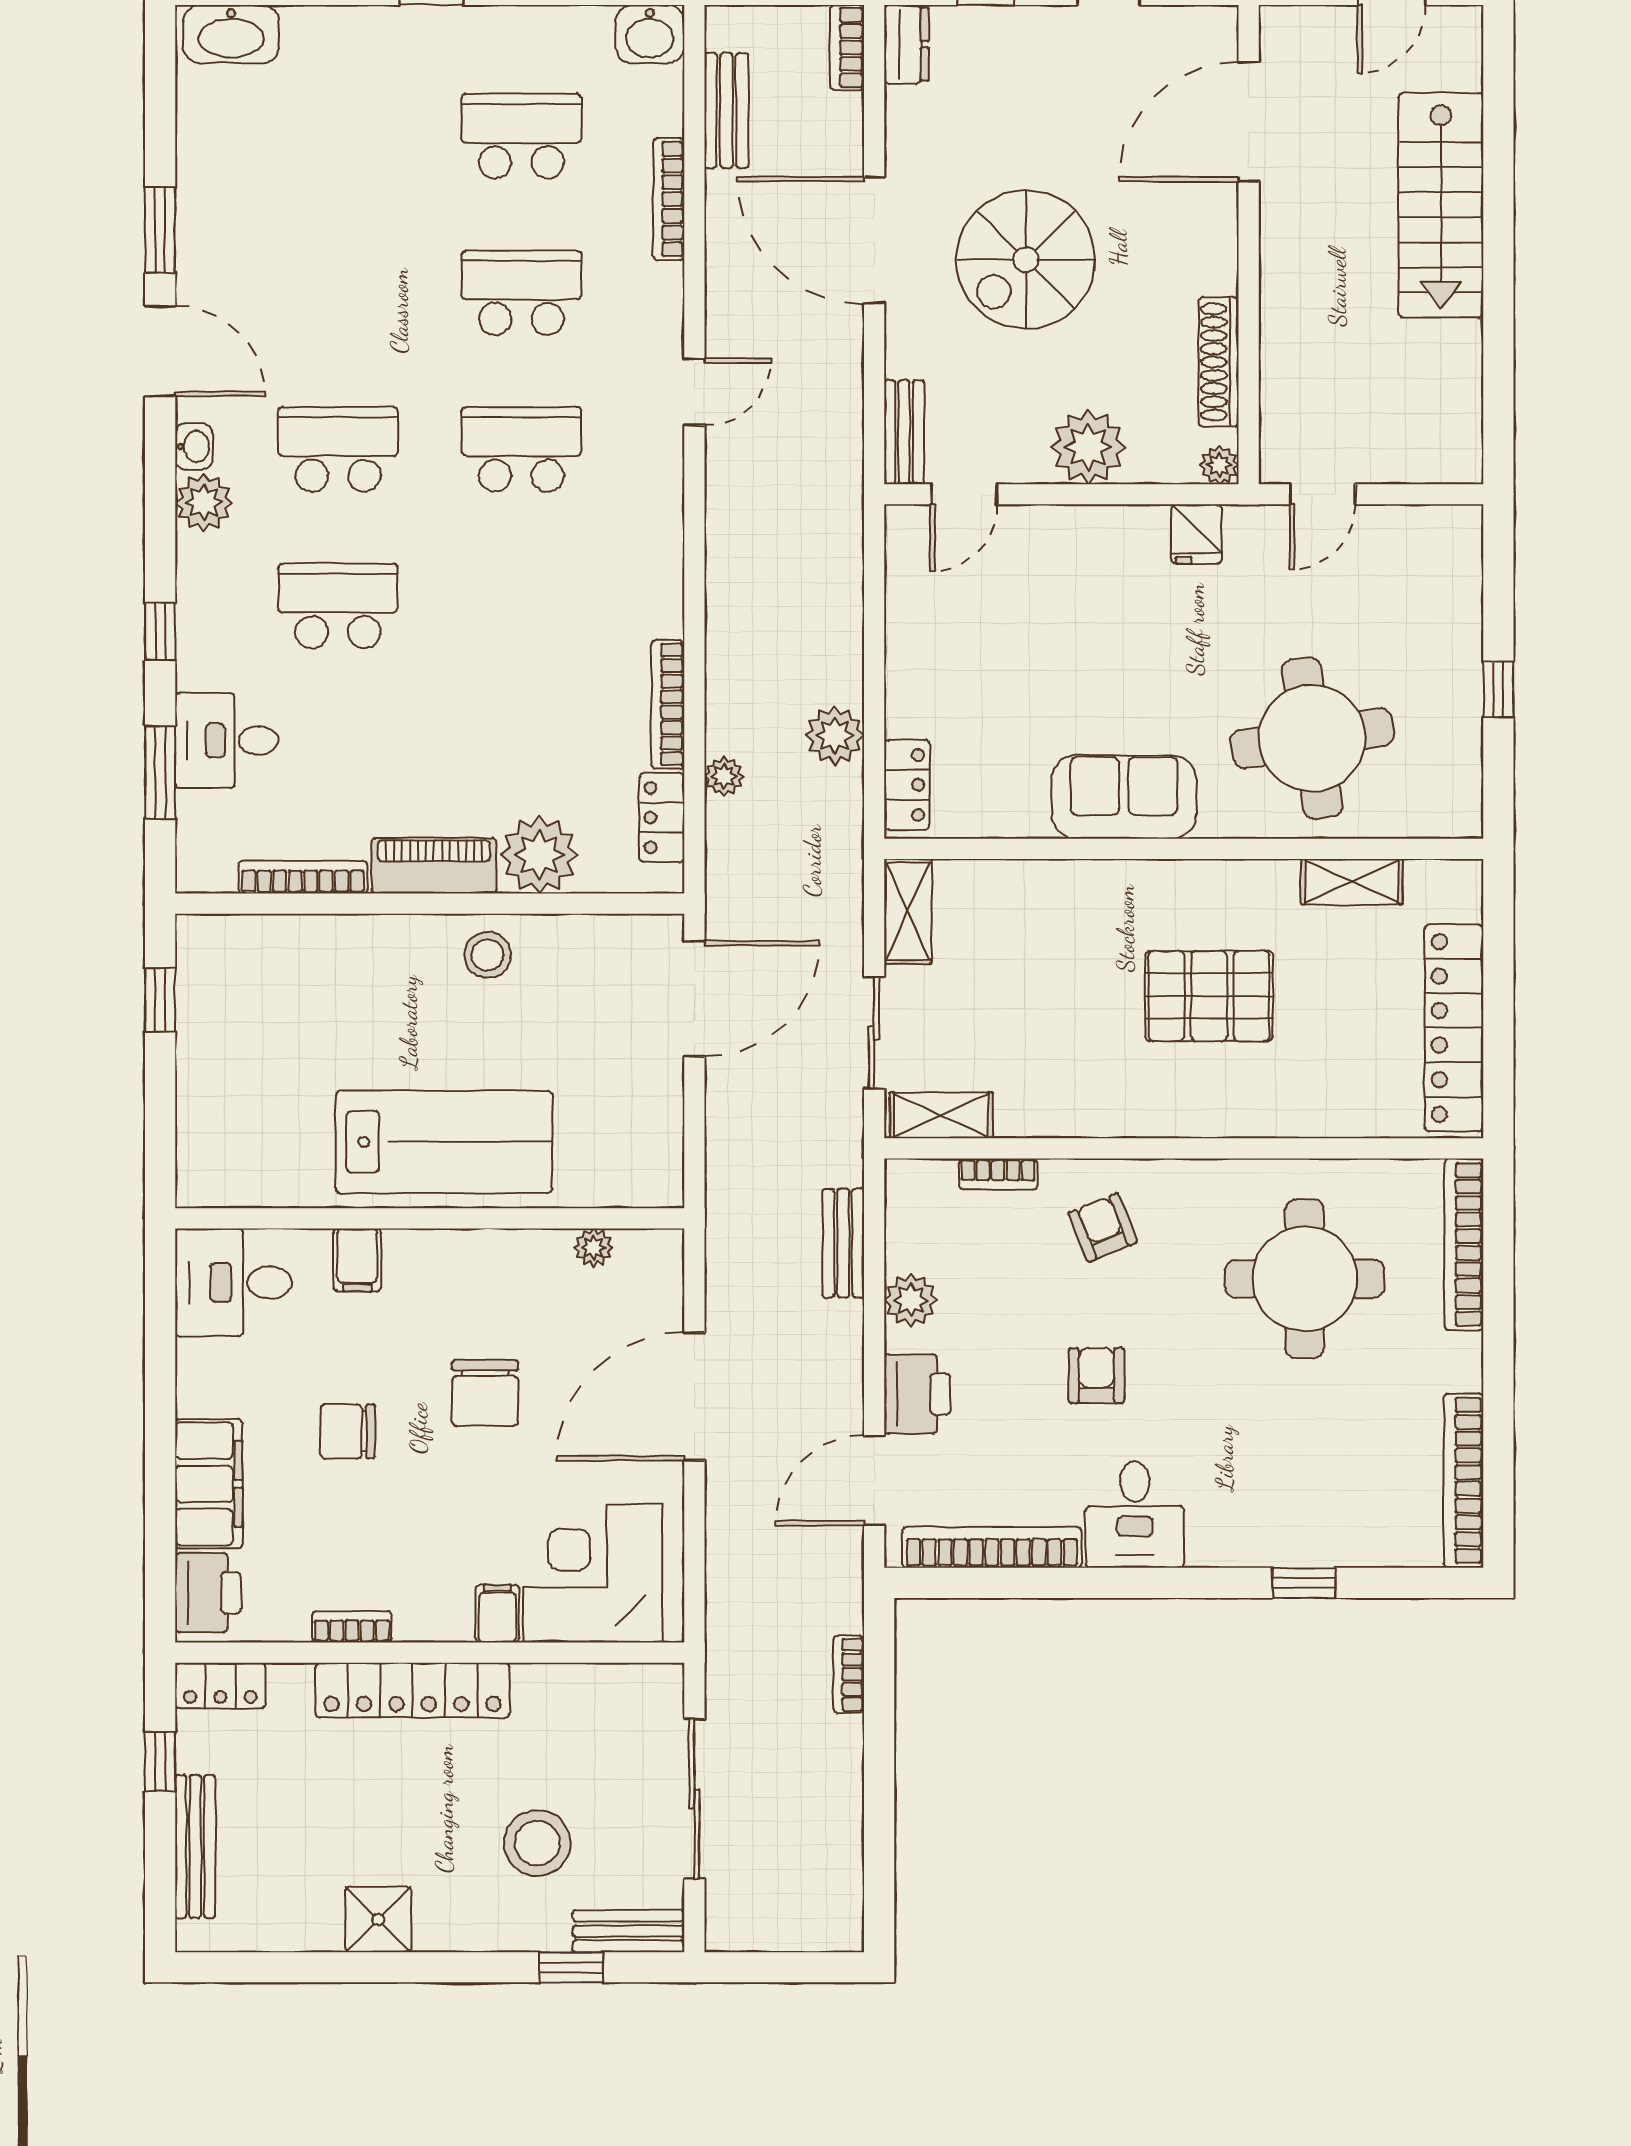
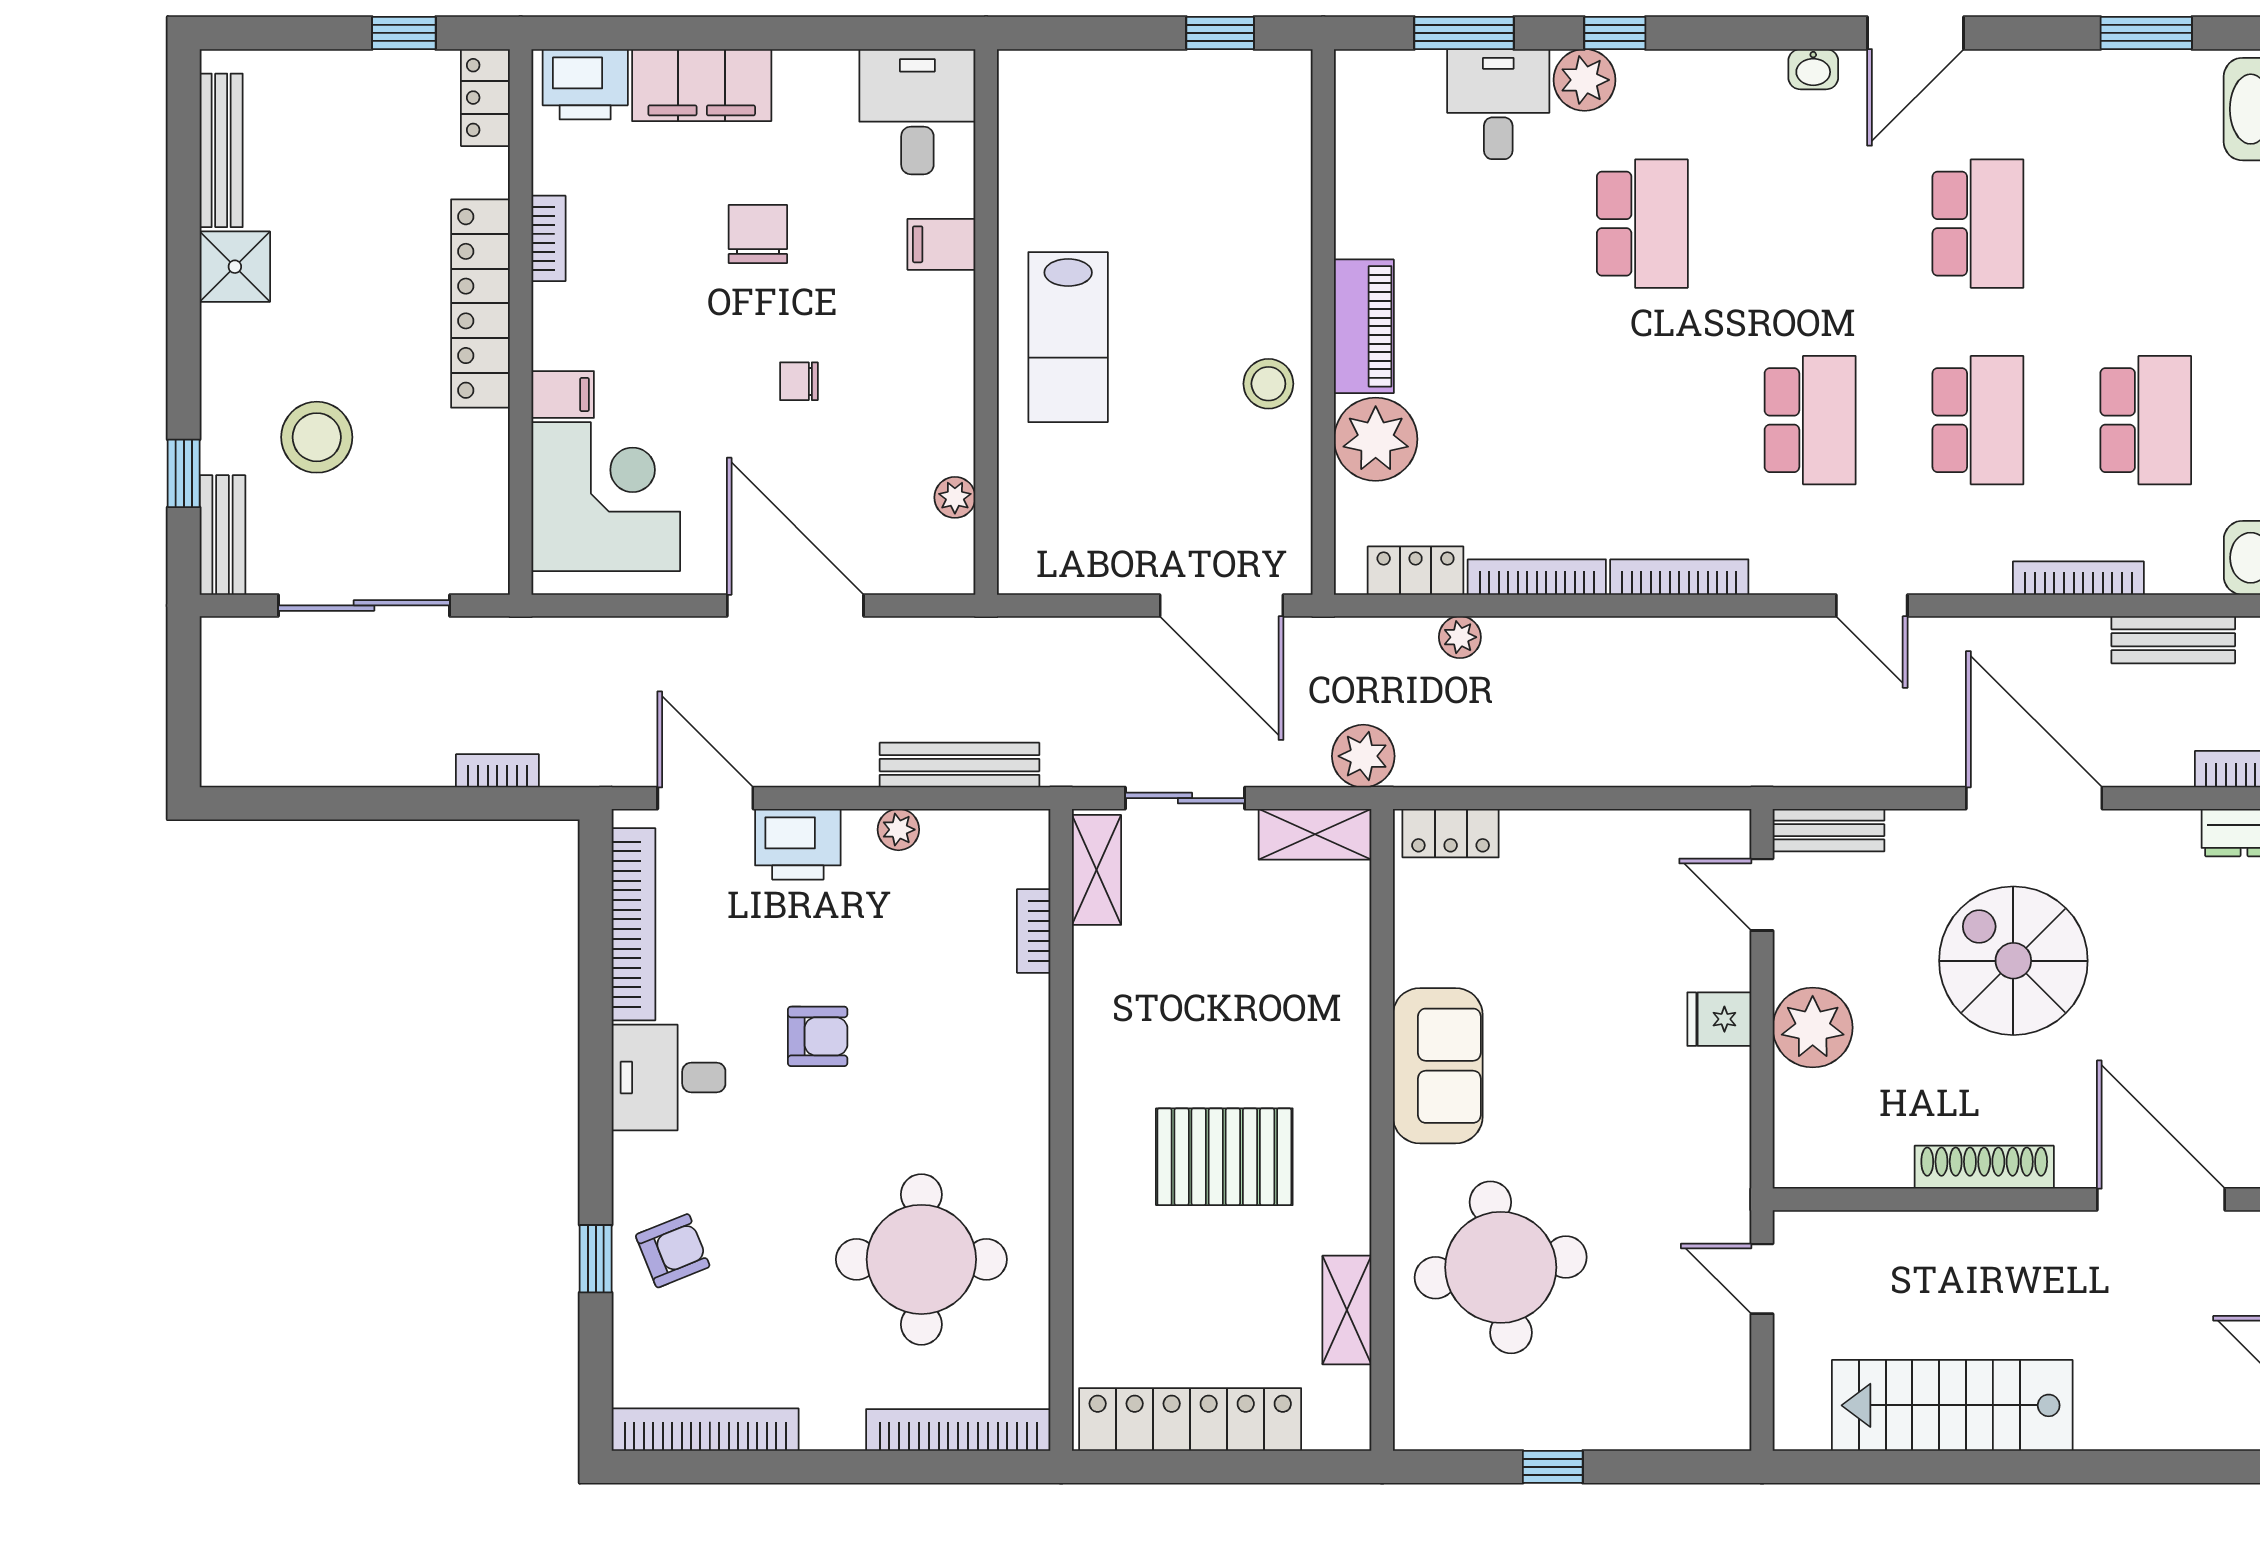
stairs: (1441, 205) -> (1952, 1405), moved
window: (160, 230) -> (2146, 33), moved
door: (874, 240) -> (2034, 798), hinge flipped
shoe rack: (1219, 362) -> (1984, 1167), moved
school desk: (338, 449) -> (1978, 224), moved
plant: (1219, 465) -> (1793, 1168), removed
plant: (204, 503) -> (1585, 80), moved
fridge: (1197, 534) -> (1719, 1019), moved
plant: (835, 735) -> (1363, 756), moved
bookcase: (303, 877) -> (1679, 577), moved, turned -90
pallet: (1209, 996) -> (1224, 1157), turned 90
lab bench: (444, 1142) -> (1068, 337), width x0.73, depth x0.72
armchair: (1103, 1228) -> (673, 1251), moved
bench: (843, 1243) -> (960, 765), width x1.36
plant: (911, 1300) -> (898, 830), width x0.73, depth x0.73
chair: (485, 1393) -> (799, 381), width x0.54, depth x0.54
bench: (195, 1847) -> (221, 150), moved, turned 90

